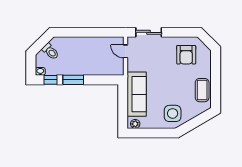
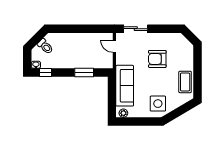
armchair: (186, 55) -> (157, 59), moved, turned 90
window: (73, 80) -> (84, 73), moved

